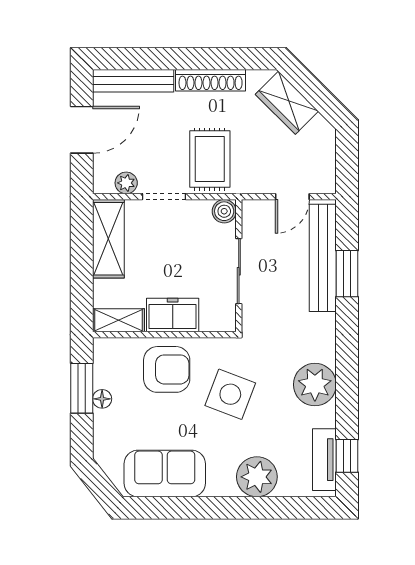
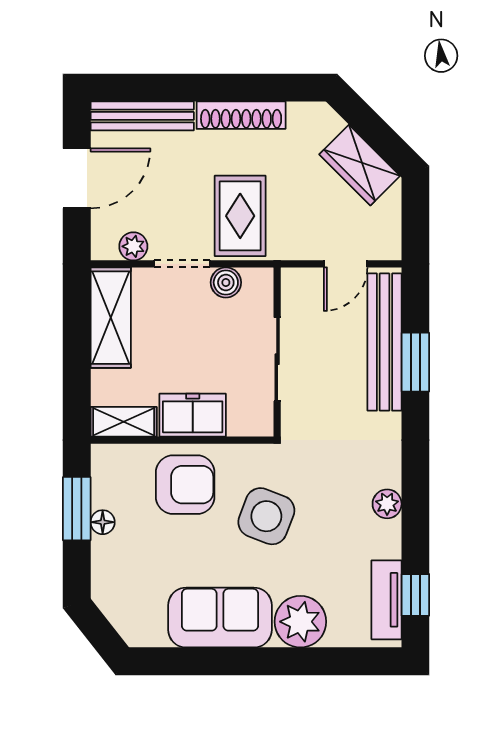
wardrobe: (287, 103) -> (360, 165), moved
boiler: (224, 211) -> (226, 282), moved
plant: (315, 385) -> (387, 504), width x0.53, depth x0.53
sofa: (165, 474) -> (220, 618), moved

